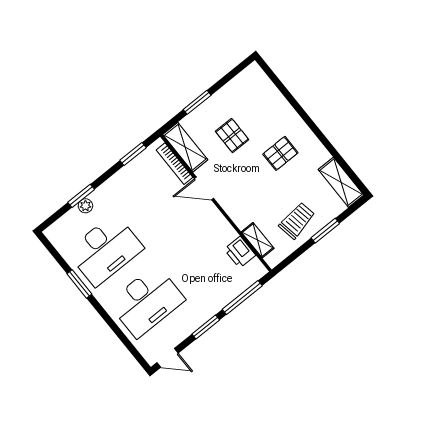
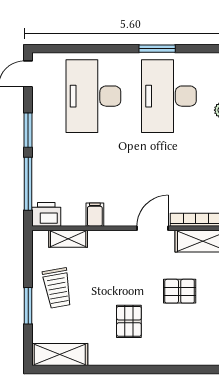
filing cabinet: (226, 235) -> (95, 215), added
printer: (240, 252) -> (46, 214), moved

